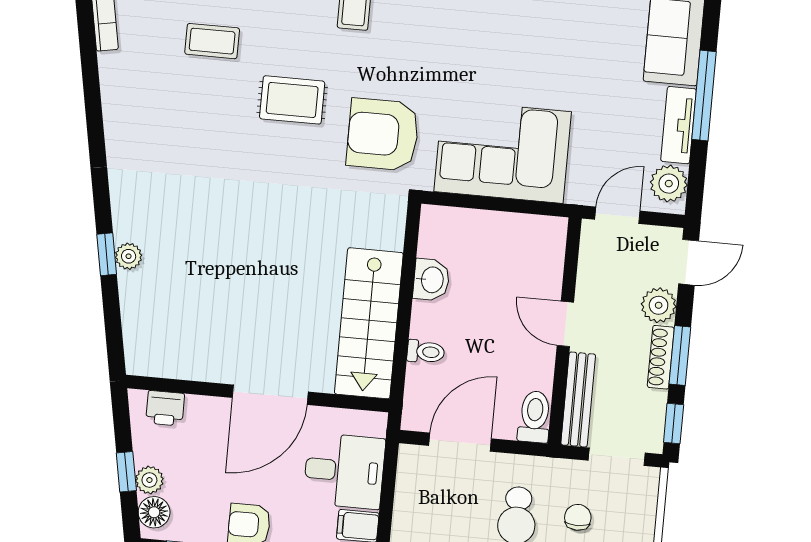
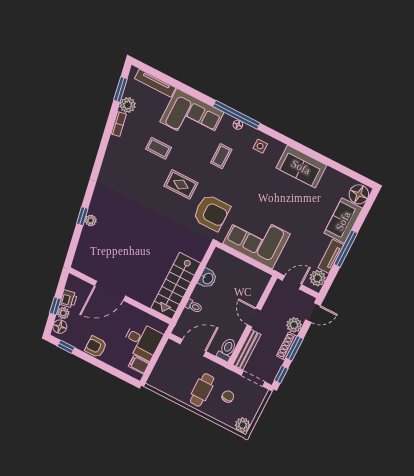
armchair: (383, 134) -> (212, 213), turned 180
door: (270, 395) -> (110, 291), moved
printer: (165, 408) -> (69, 299), moved, turned -100

